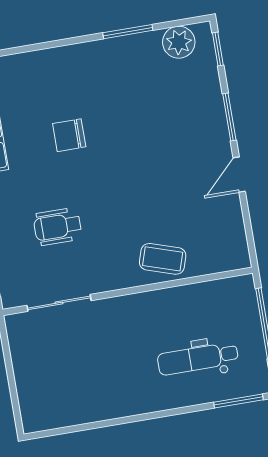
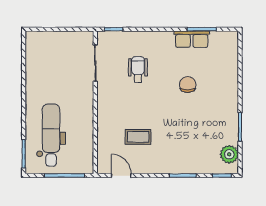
door: (239, 175) -> (121, 176), moved
coffee table: (163, 259) -> (138, 137), moved, turned 72
dental chair: (198, 359) -> (51, 135), width x1.36, depth x1.38

